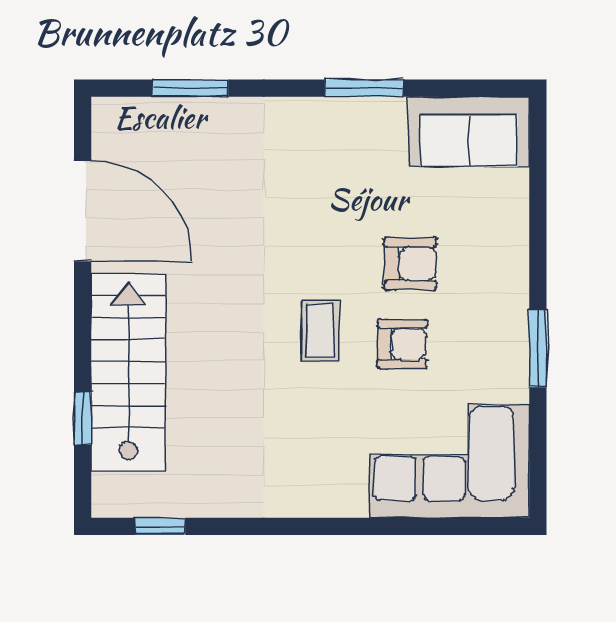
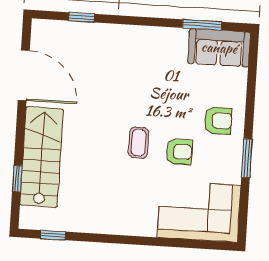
window: (190, 88) -> (81, 17), width x0.67
window: (364, 88) -> (202, 25), moved
armchair: (410, 264) -> (218, 121), moved

